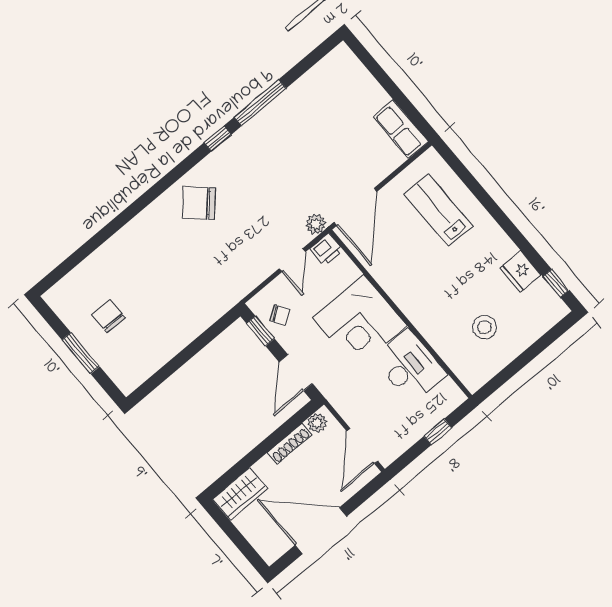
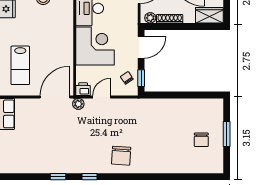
window: (260, 103) -> (58, 177), width x0.46
chair: (199, 203) -> (121, 156), turned 52

